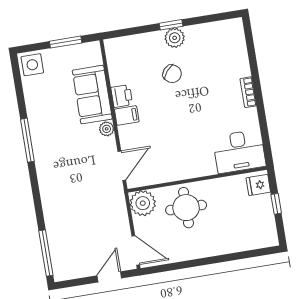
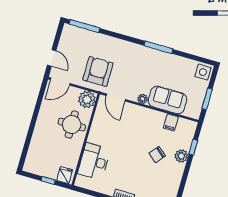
window: (171, 25) -> (193, 147), moved
plant: (175, 38) -> (181, 156), moved
printer: (122, 96) -> (158, 118), removed
filing cabinet: (127, 116) -> (171, 122), moved
desk: (239, 151) -> (94, 161), moved
armchair: (98, 206) -> (98, 71), added

